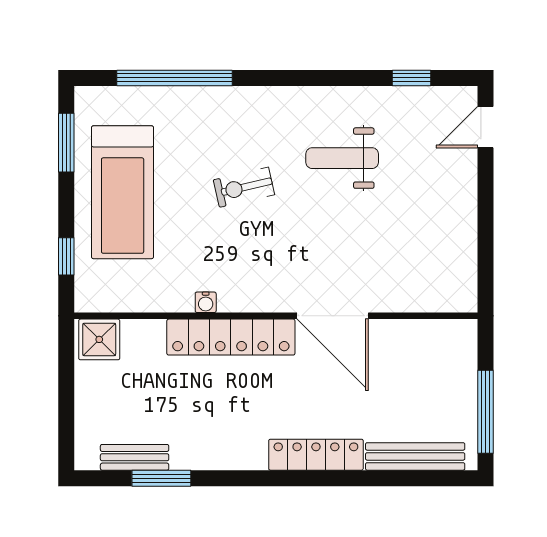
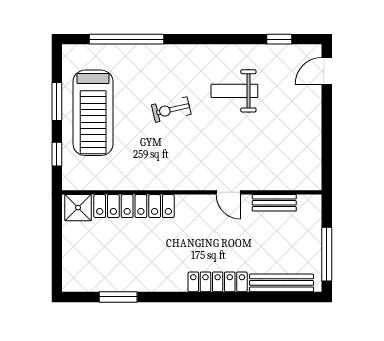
window: (66, 143) -> (57, 101), moved
water cooler: (206, 302) -> (147, 184), removed
door: (333, 316) -> (228, 192), width x0.53
locker: (231, 337) -> (134, 206), moved
bench: (135, 457) -> (274, 203), moved

